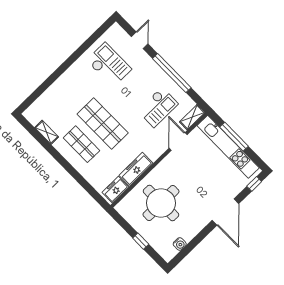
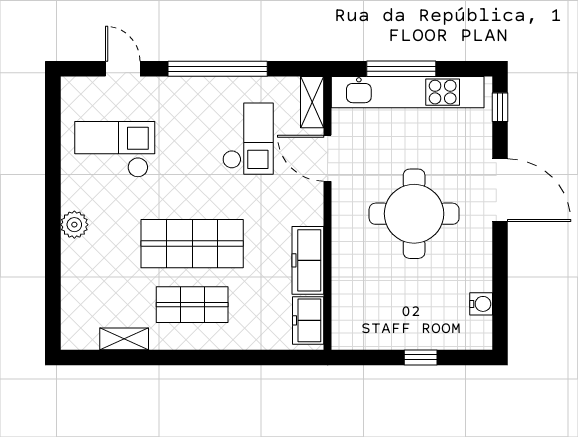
plant: (69, 76) -> (74, 225), added
round table: (161, 203) -> (414, 214), moved

